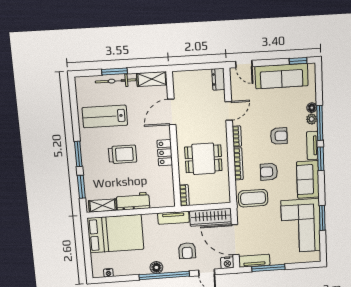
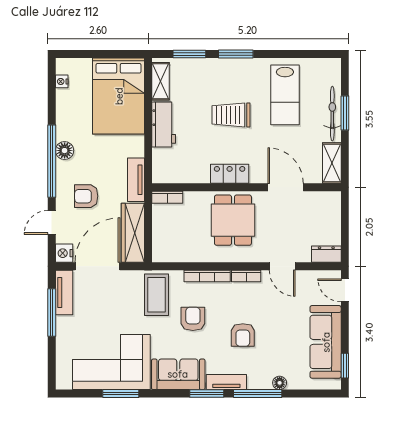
door: (244, 64) -> (345, 290), hinge flipped
lab bench: (105, 116) -> (285, 95), turned 180
plant: (312, 119) -> (264, 382), removed
trolley: (123, 154) -> (231, 115), turned 90
dining table: (203, 159) -> (233, 220), moved

